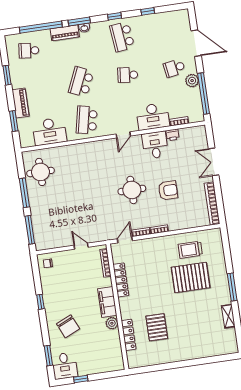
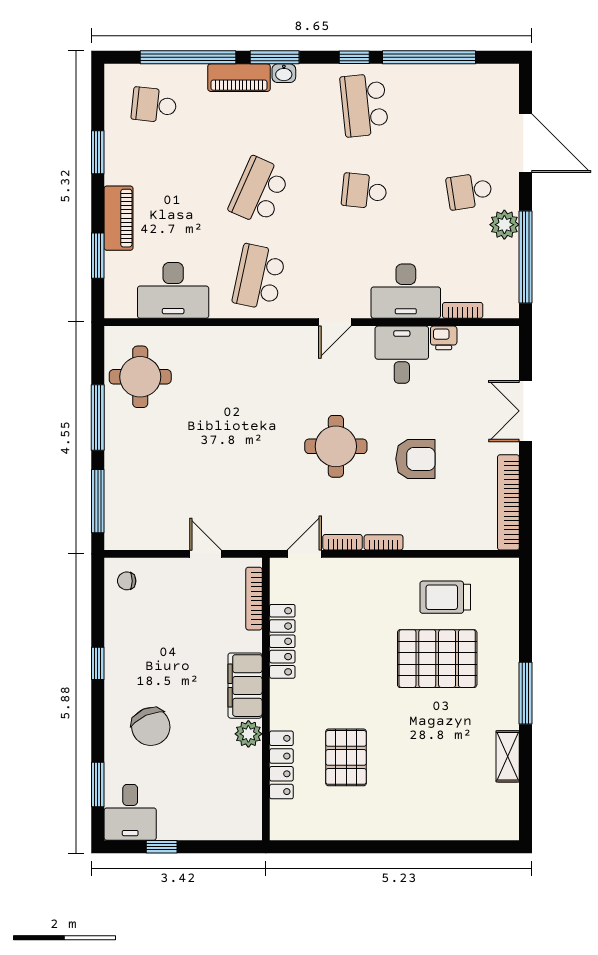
window: (148, 11) -> (429, 57), width x3.17

